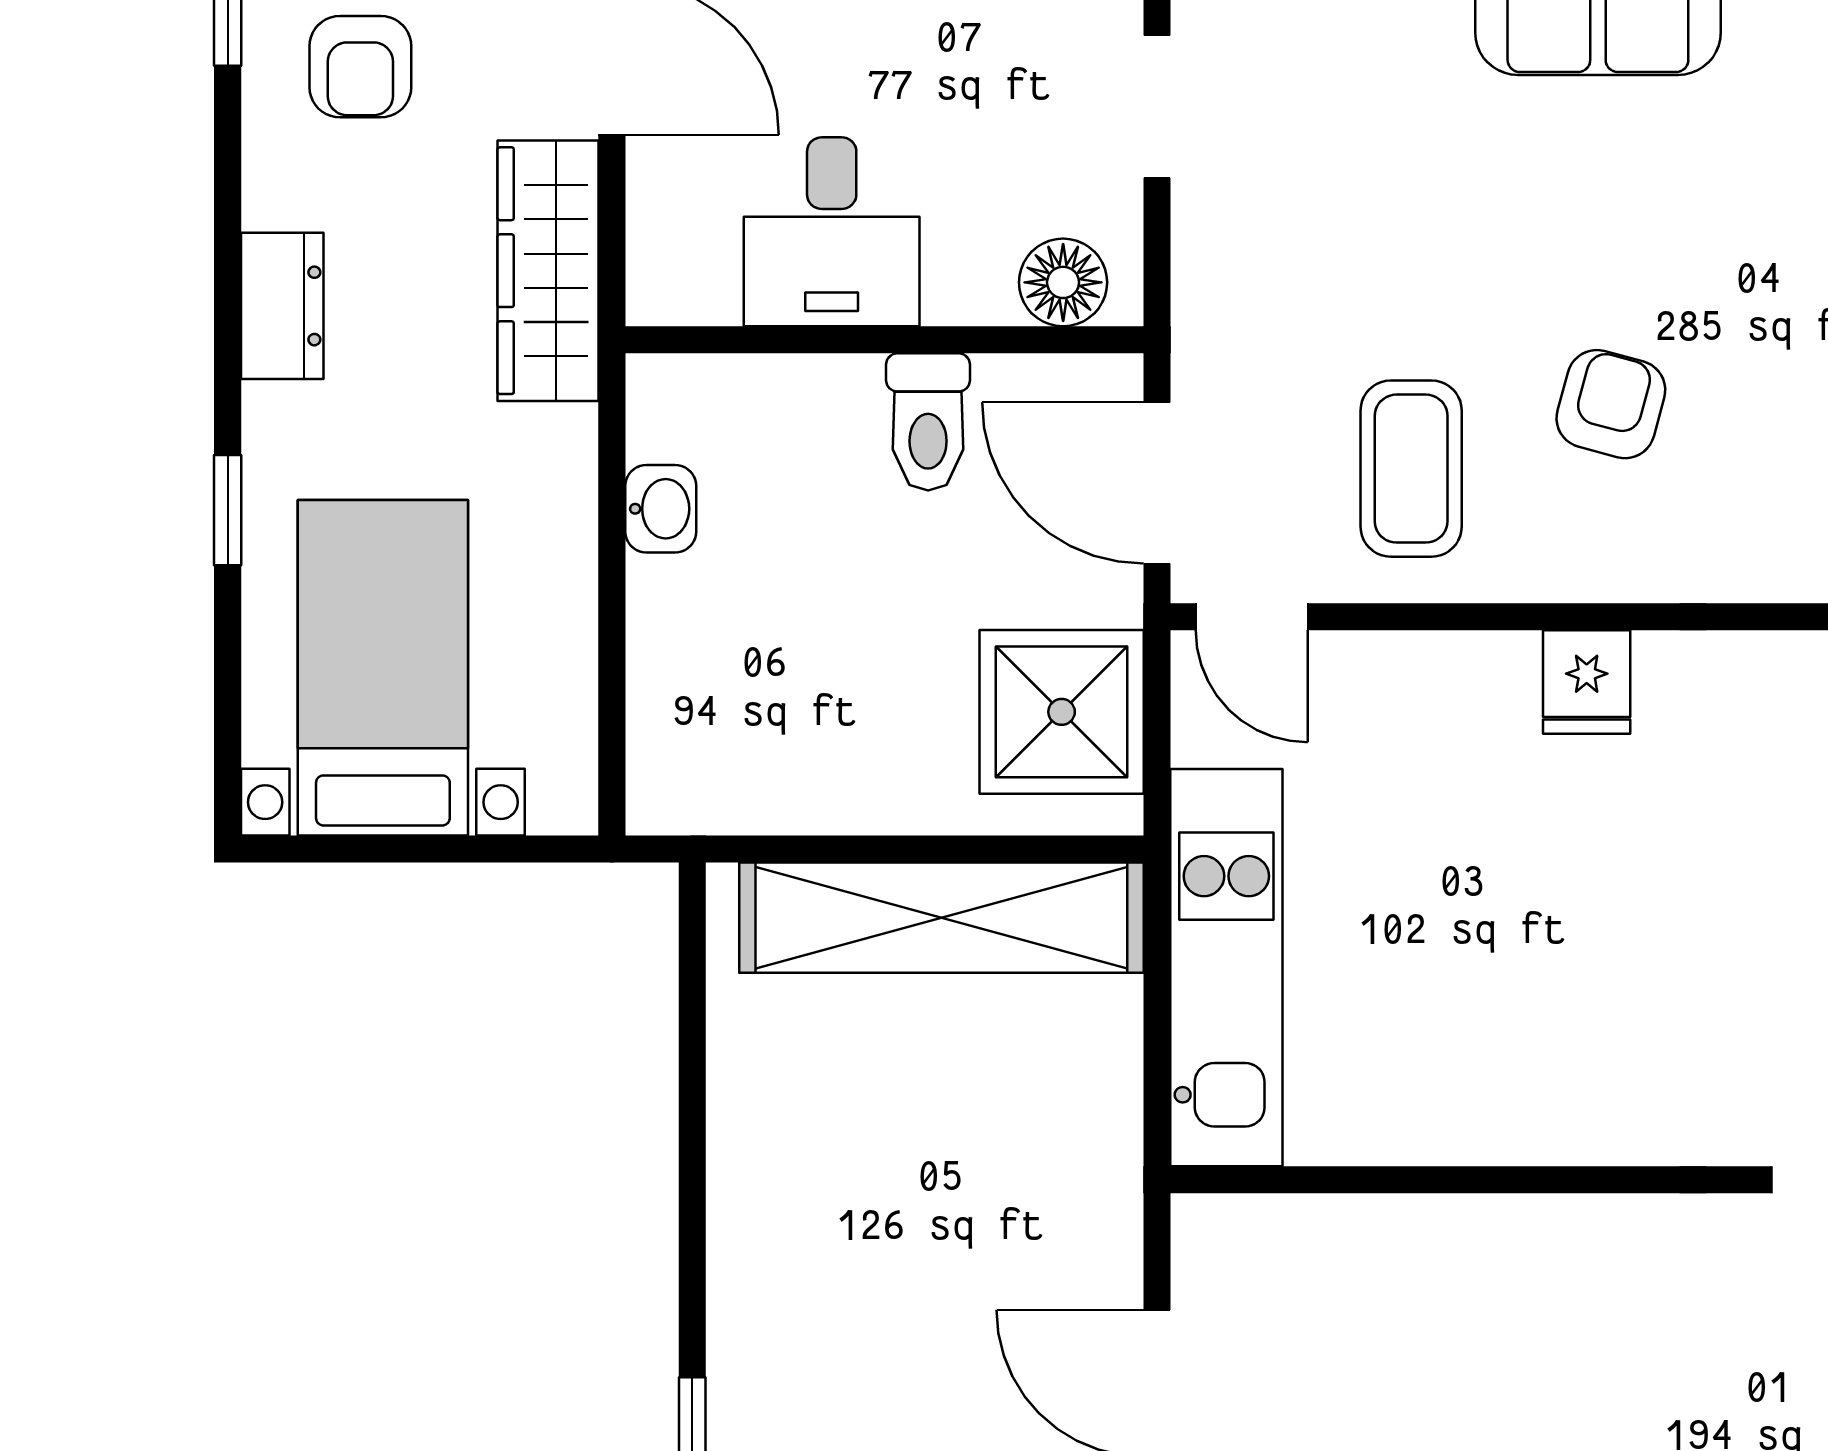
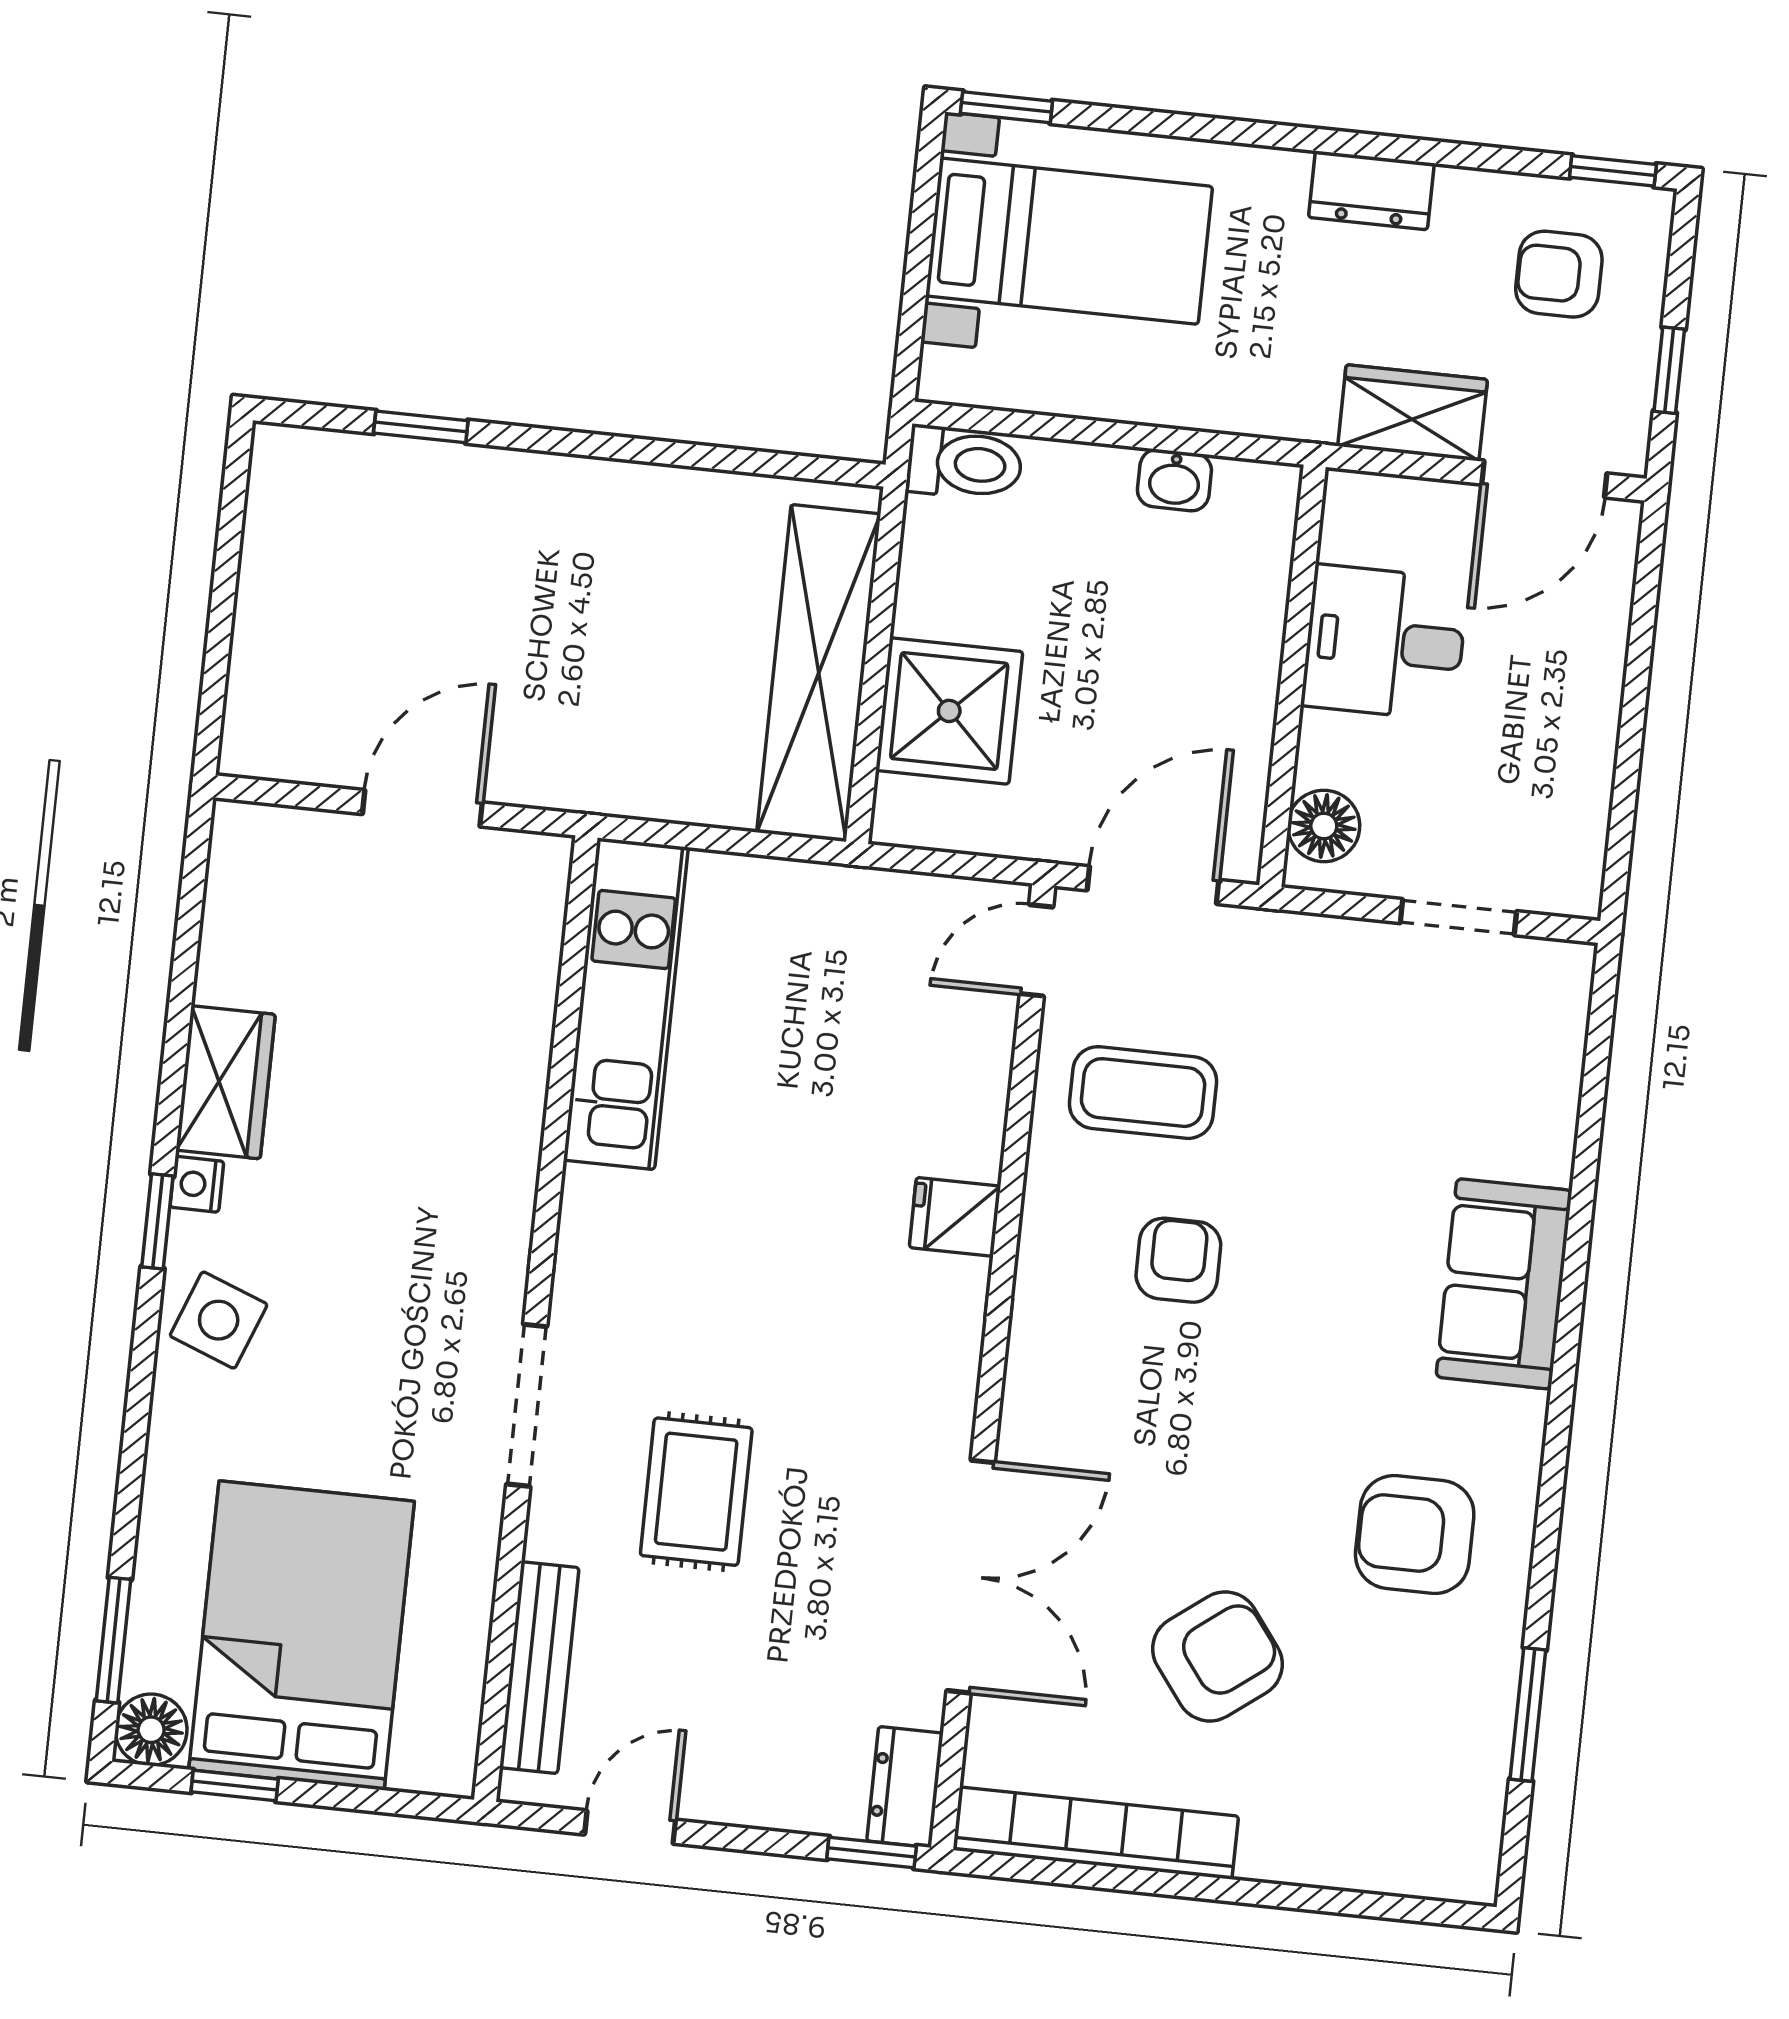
wardrobe: (548, 271) -> (1413, 413), width x0.67
armchair: (1611, 404) -> (1178, 1260), turned -105
toilet: (928, 422) -> (964, 463), moved, turned 180
window: (228, 510) -> (1006, 107), moved
shower: (1062, 712) -> (949, 711), moved
kitchen unit: (1226, 968) -> (626, 1004), moved, turned -90

